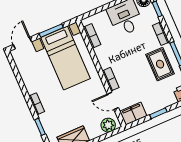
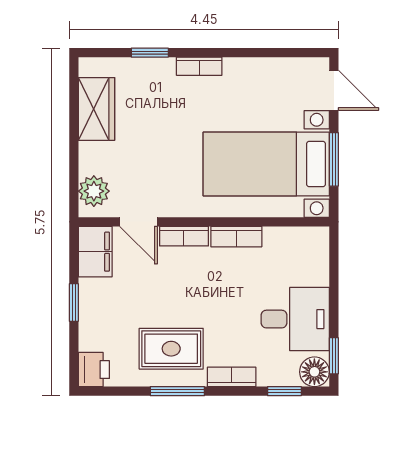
bookcase: (92, 36) -> (236, 237), moved
door: (113, 101) -> (139, 222), swing flipped

